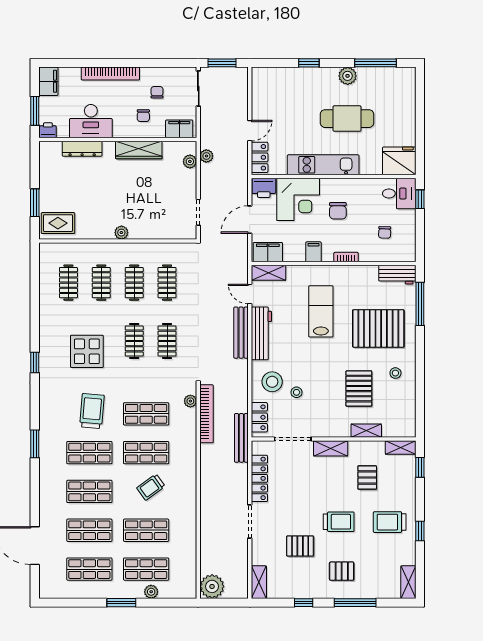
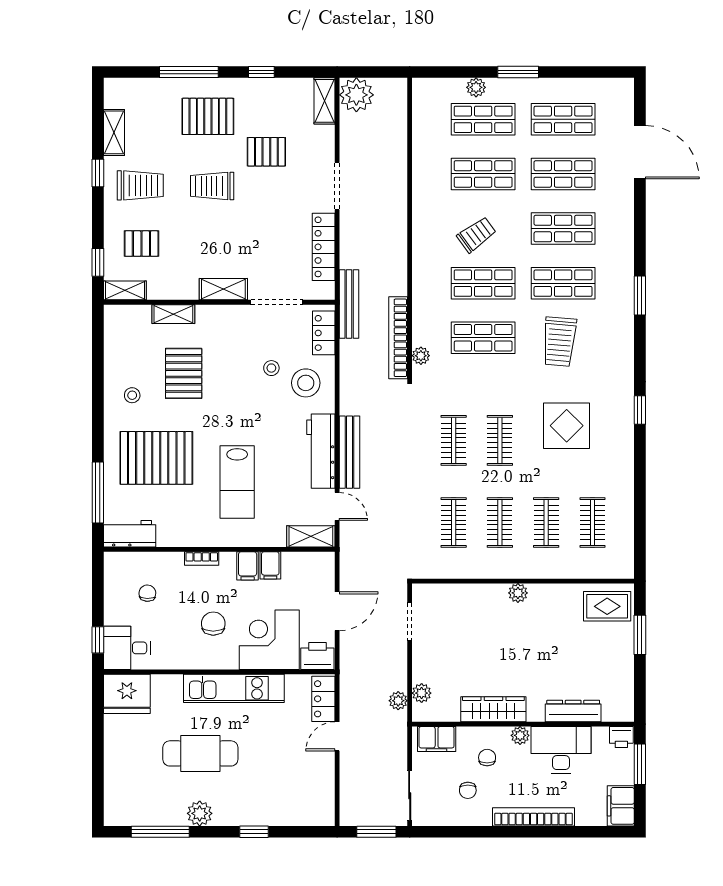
plant: (120, 131) -> (520, 735), added
filing cabinet: (268, 252) -> (270, 565), moved, width x0.50
pallet: (367, 478) -> (141, 244), moved, turned 90
pallet: (342, 571) -> (208, 116), width x1.50, depth x1.42
shelving: (408, 582) -> (114, 132), moved
plant: (212, 586) -> (356, 95), moved

